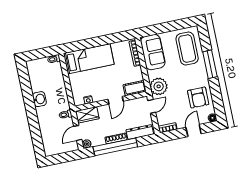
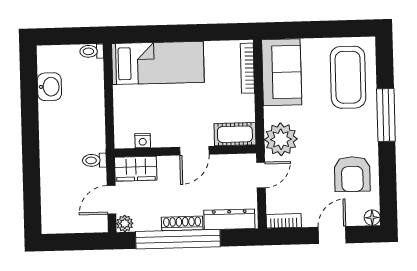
washbasin: (39, 99) -> (49, 87), moved

